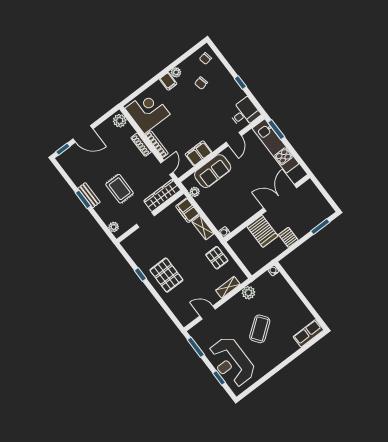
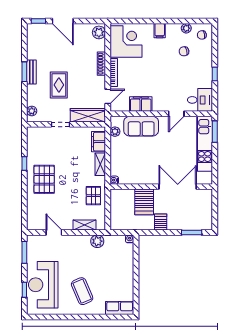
plant: (176, 72) -> (186, 28), moved
coffee table: (260, 329) -> (82, 291), moved, turned -76

